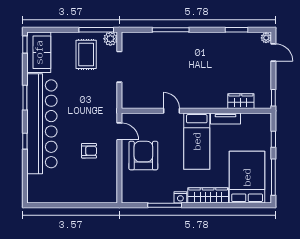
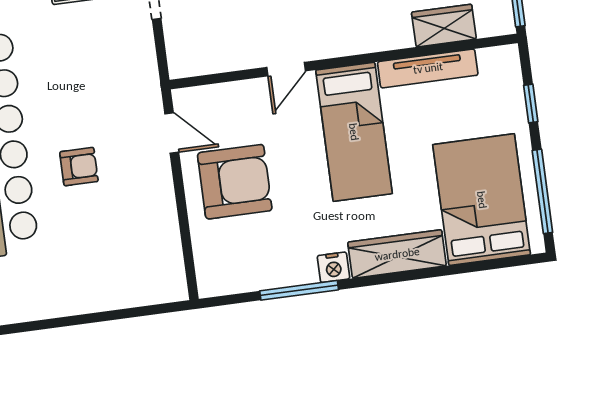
door: (172, 111) -> (286, 69), swing flipped
tv unit: (226, 118) -> (428, 68), width x1.41
armchair: (89, 151) -> (79, 167), moved
armchair: (143, 156) -> (235, 182), turned 90

